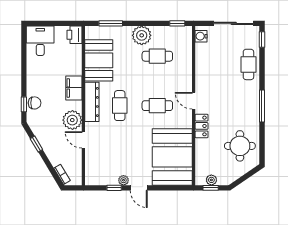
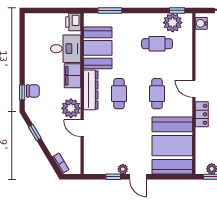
plant: (142, 35) -> (173, 23), moved
desk: (40, 41) -> (66, 49), moved, turned 90
cafe table: (157, 106) -> (157, 94), turned 90

